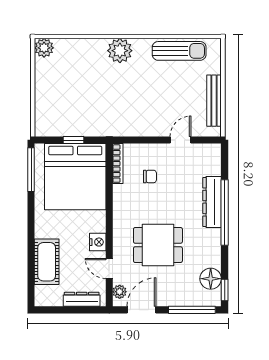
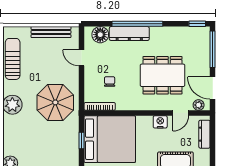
parasol: (123, 106) -> (55, 102), added
dining table: (158, 245) -> (163, 75), width x1.37
floor lamp: (211, 279) -> (100, 35), moved

